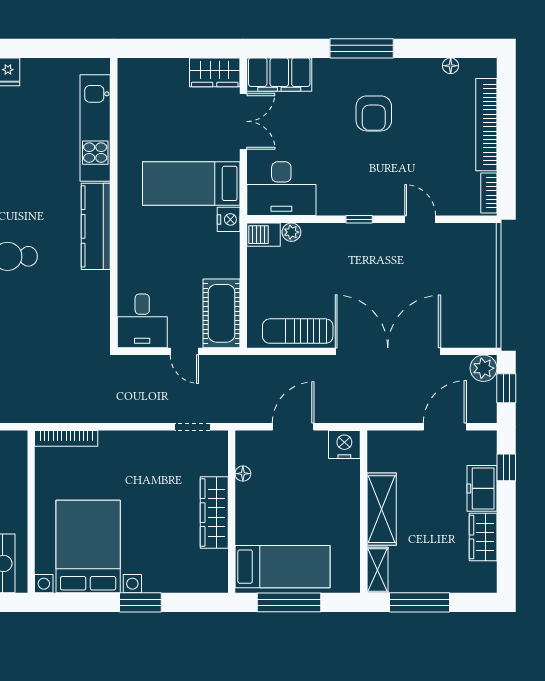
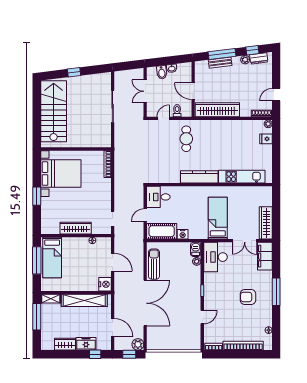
wardrobe: (215, 72) -> (266, 223), width x1.50
nightstand: (229, 219) -> (183, 234), moved
shelving: (382, 509) -> (84, 300), width x1.47

